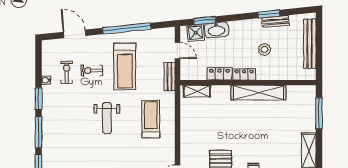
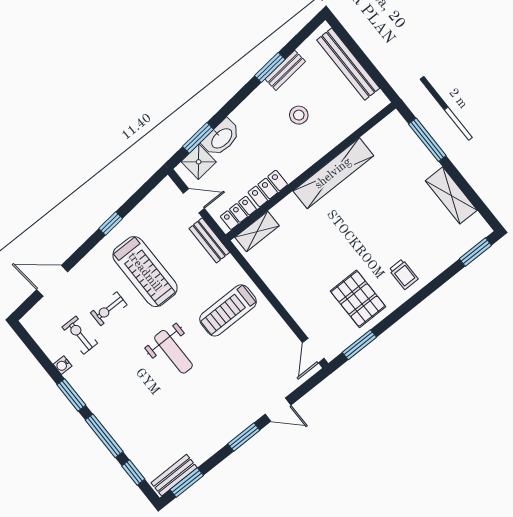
window: (127, 29) -> (111, 223), width x0.32
locker: (244, 74) -> (238, 213), moved
treadmill: (151, 119) -> (228, 310), turned -90

